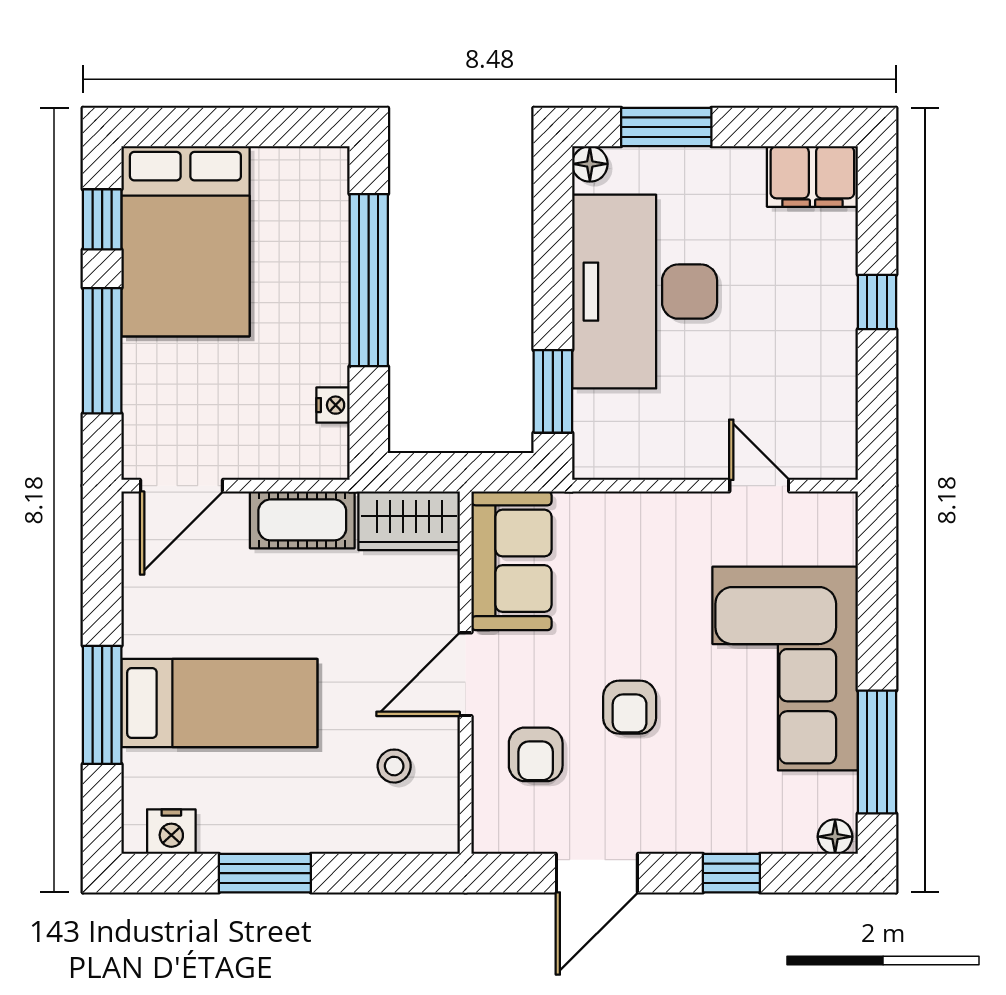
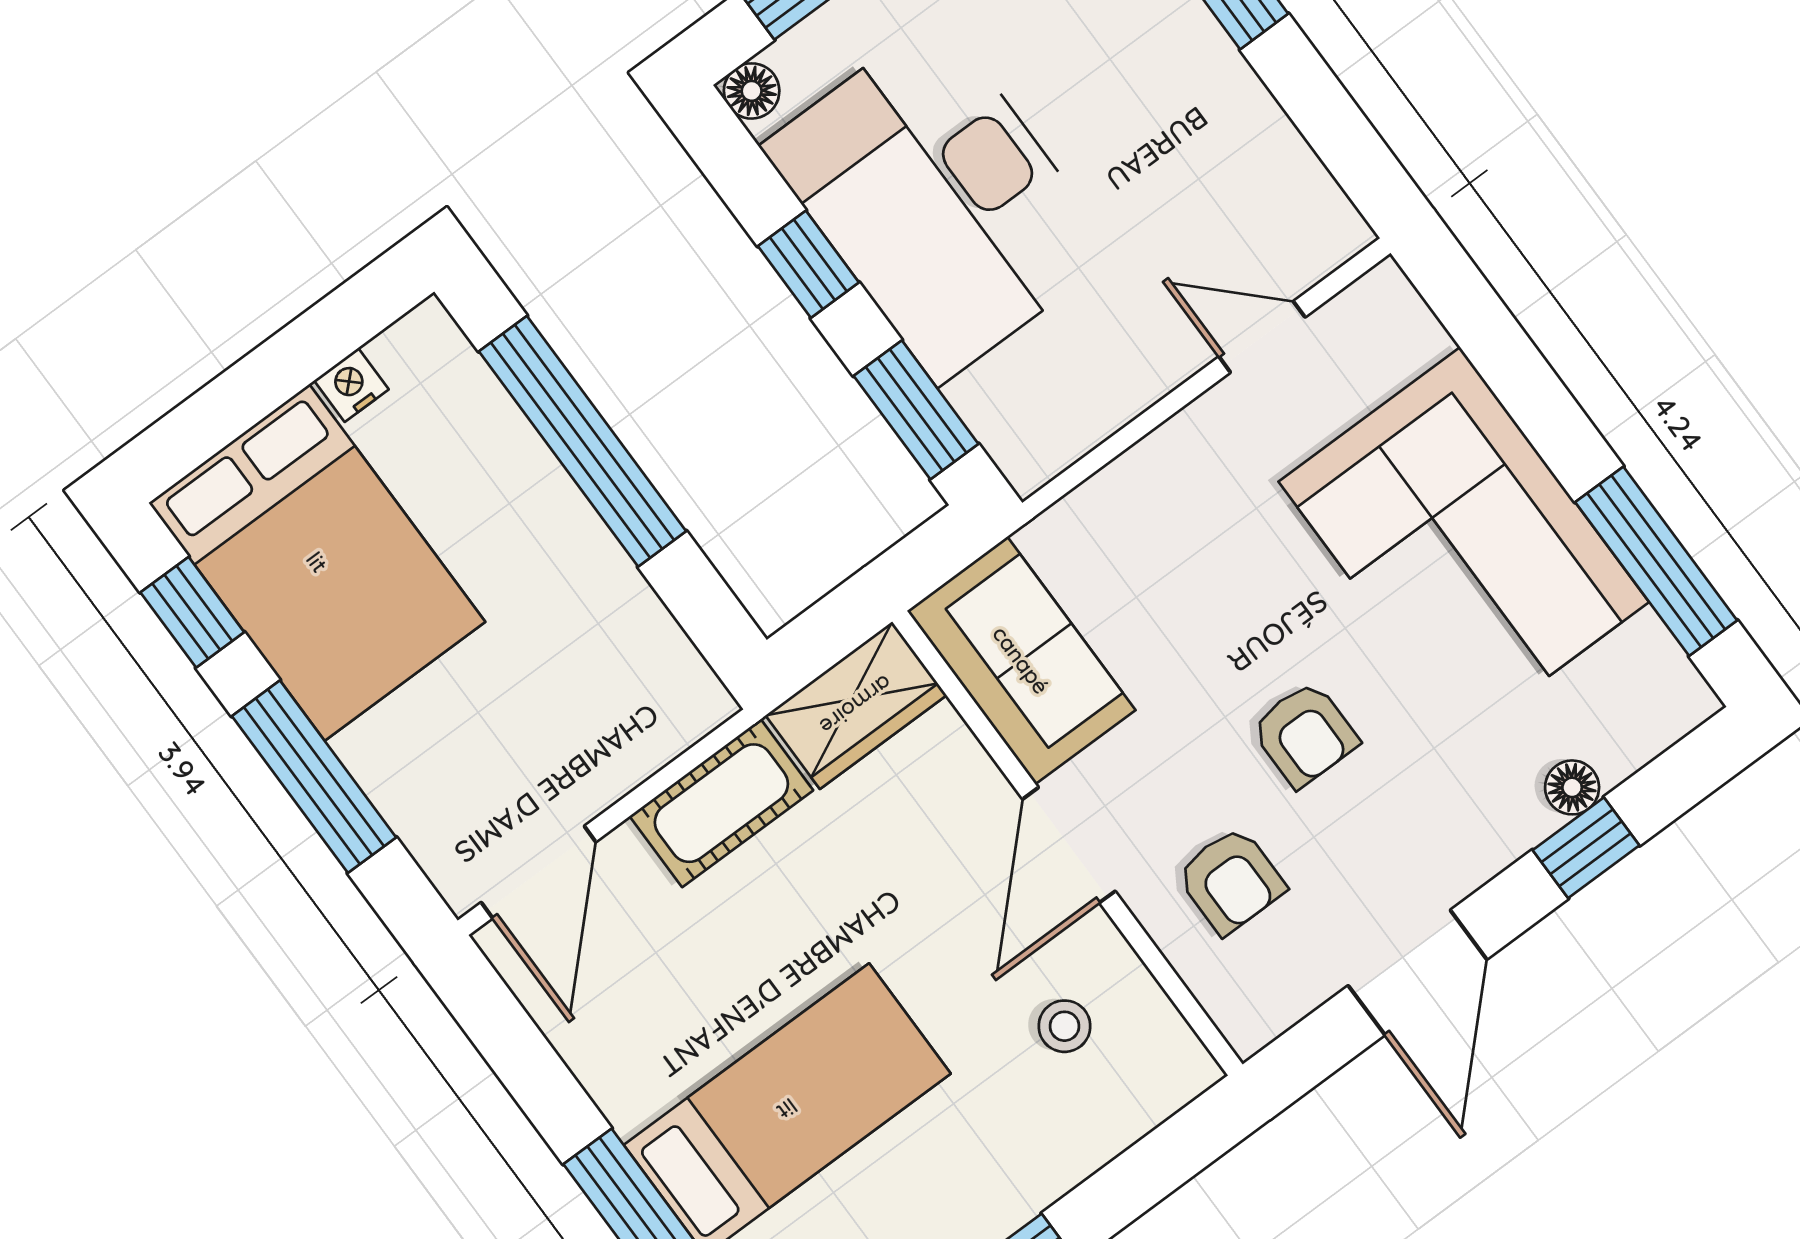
window: (553, 275) -> (808, 264), added
nightstand: (333, 405) -> (351, 385), moved, turned -90
floor lamp: (835, 837) -> (1572, 787), moved

